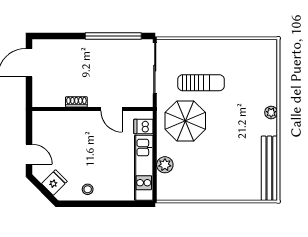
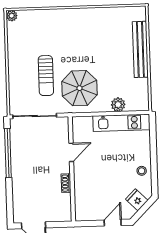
sun lounger: (201, 83) -> (46, 76), turned 180
plant: (271, 112) -> (12, 16), moved
dishwasher: (143, 127) -> (86, 124), removed
bench: (269, 168) -> (140, 49), moved, turned 90

